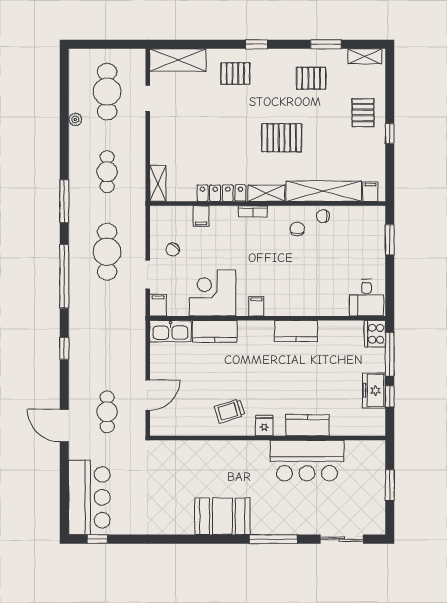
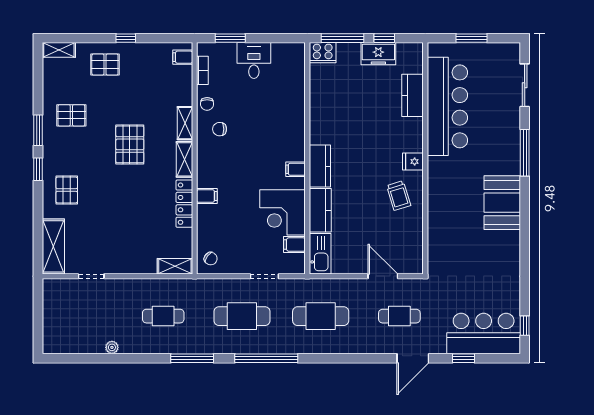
window: (326, 44) -> (38, 130), moved
shelving: (365, 56) -> (59, 50), moved, turned 90
pallet: (311, 78) -> (71, 115), turned 90
cafe table: (107, 92) -> (321, 316), moved
shelving: (324, 191) -> (185, 123), width x0.45, depth x0.75
bookcase: (253, 211) -> (202, 70), moved
filing cabinet: (201, 216) -> (207, 196), moved
chair: (173, 250) -> (211, 259), moved
desk: (366, 298) -> (254, 60), moved, turned -90
filing cabinet: (158, 305) -> (294, 245), moved
kitchen counter: (296, 331) -> (320, 166), moved
window: (64, 348) -> (464, 358), moved
kitchen counter: (307, 425) -> (413, 95), moved
bar counter: (307, 461) -> (447, 106), width x1.36

